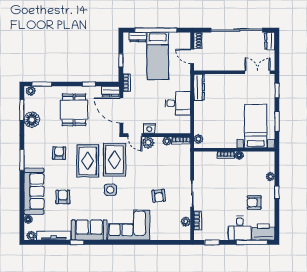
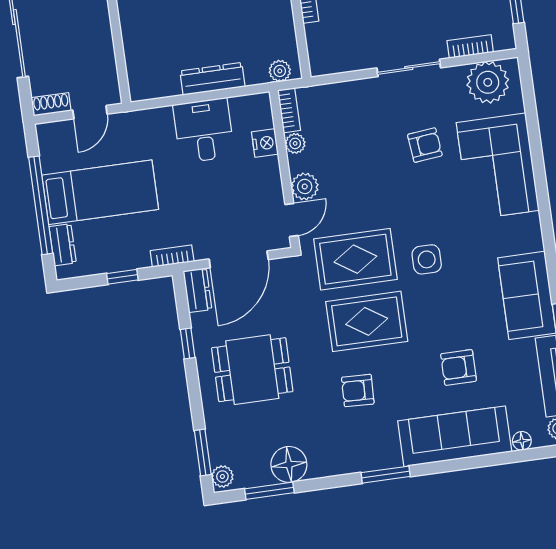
dresser: (199, 87) -> (212, 79), moved
nightstand: (149, 128) -> (265, 143), moved
plant: (186, 222) -> (488, 82), width x1.87, depth x1.87
corner sofa: (129, 225) -> (498, 166), moved

